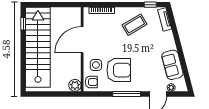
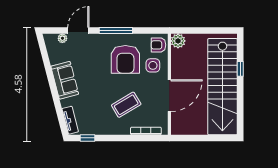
window: (23, 24) -> (240, 69), moved
coffee table: (134, 25) -> (126, 105), moved
sofa: (172, 65) -> (65, 80), moved
armchair: (119, 70) -> (125, 59), turned -90

